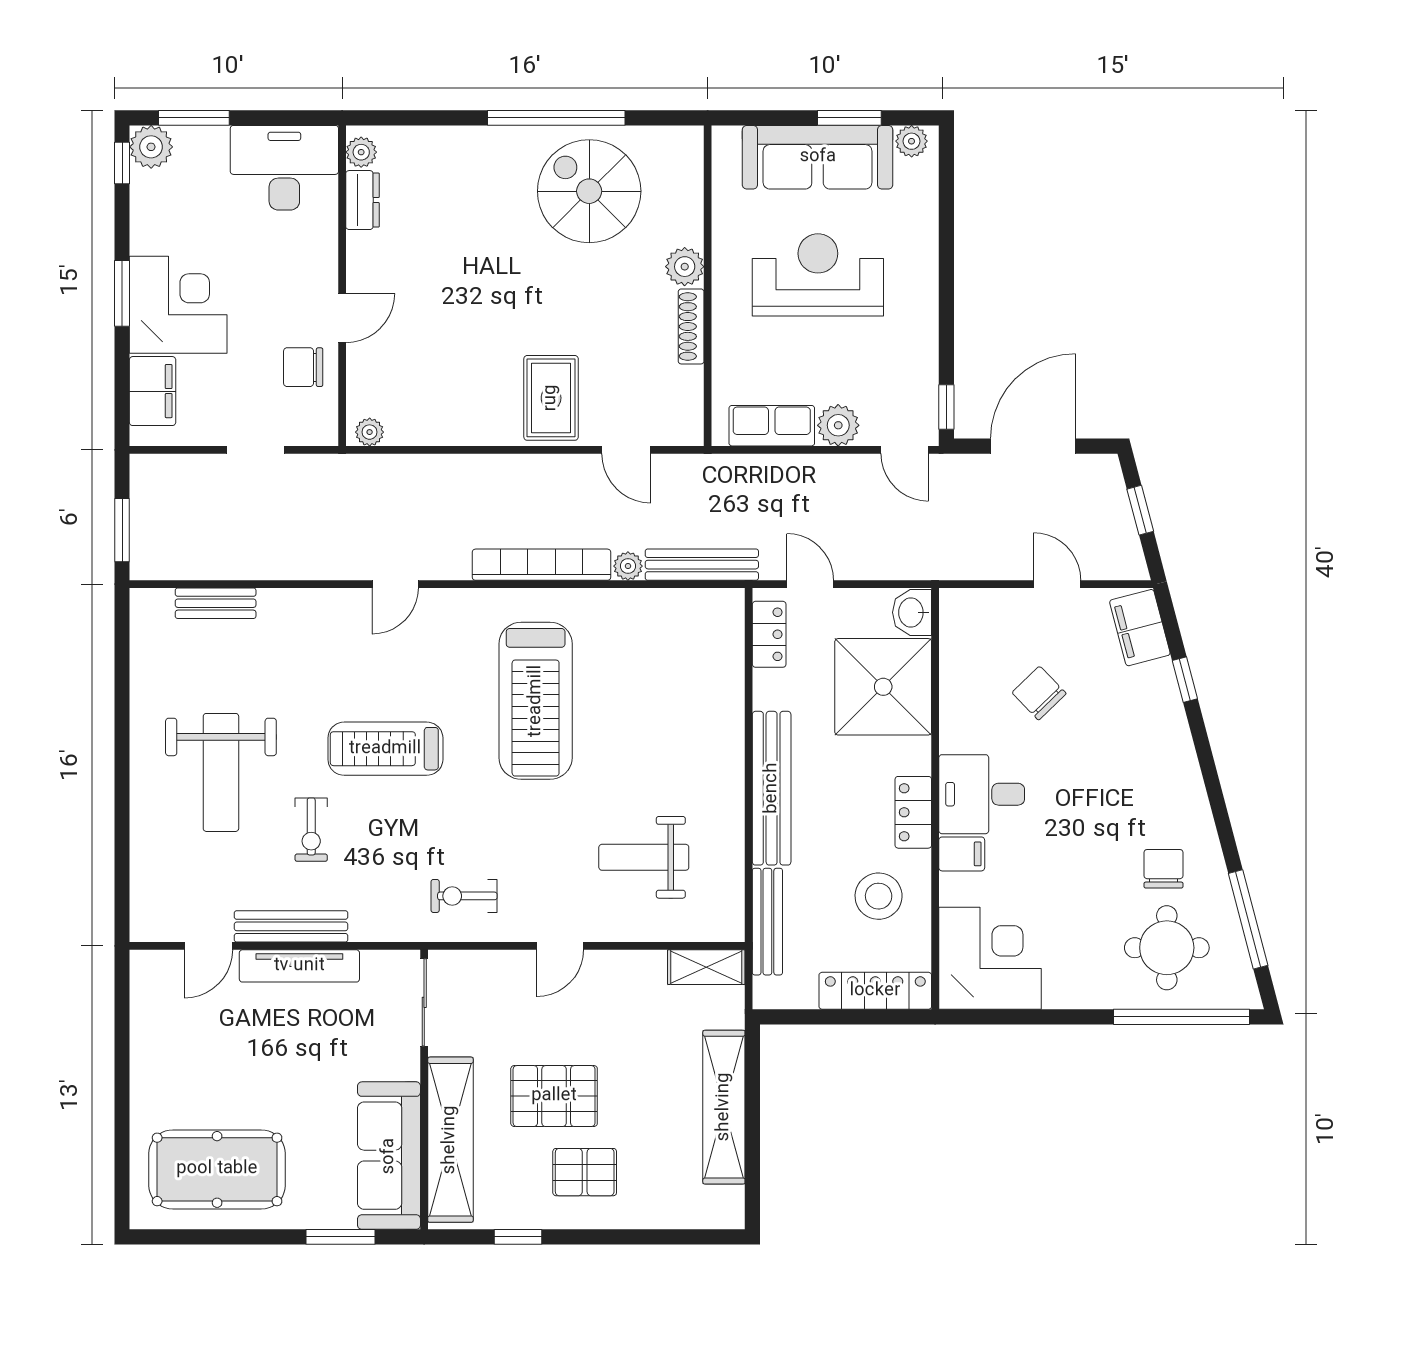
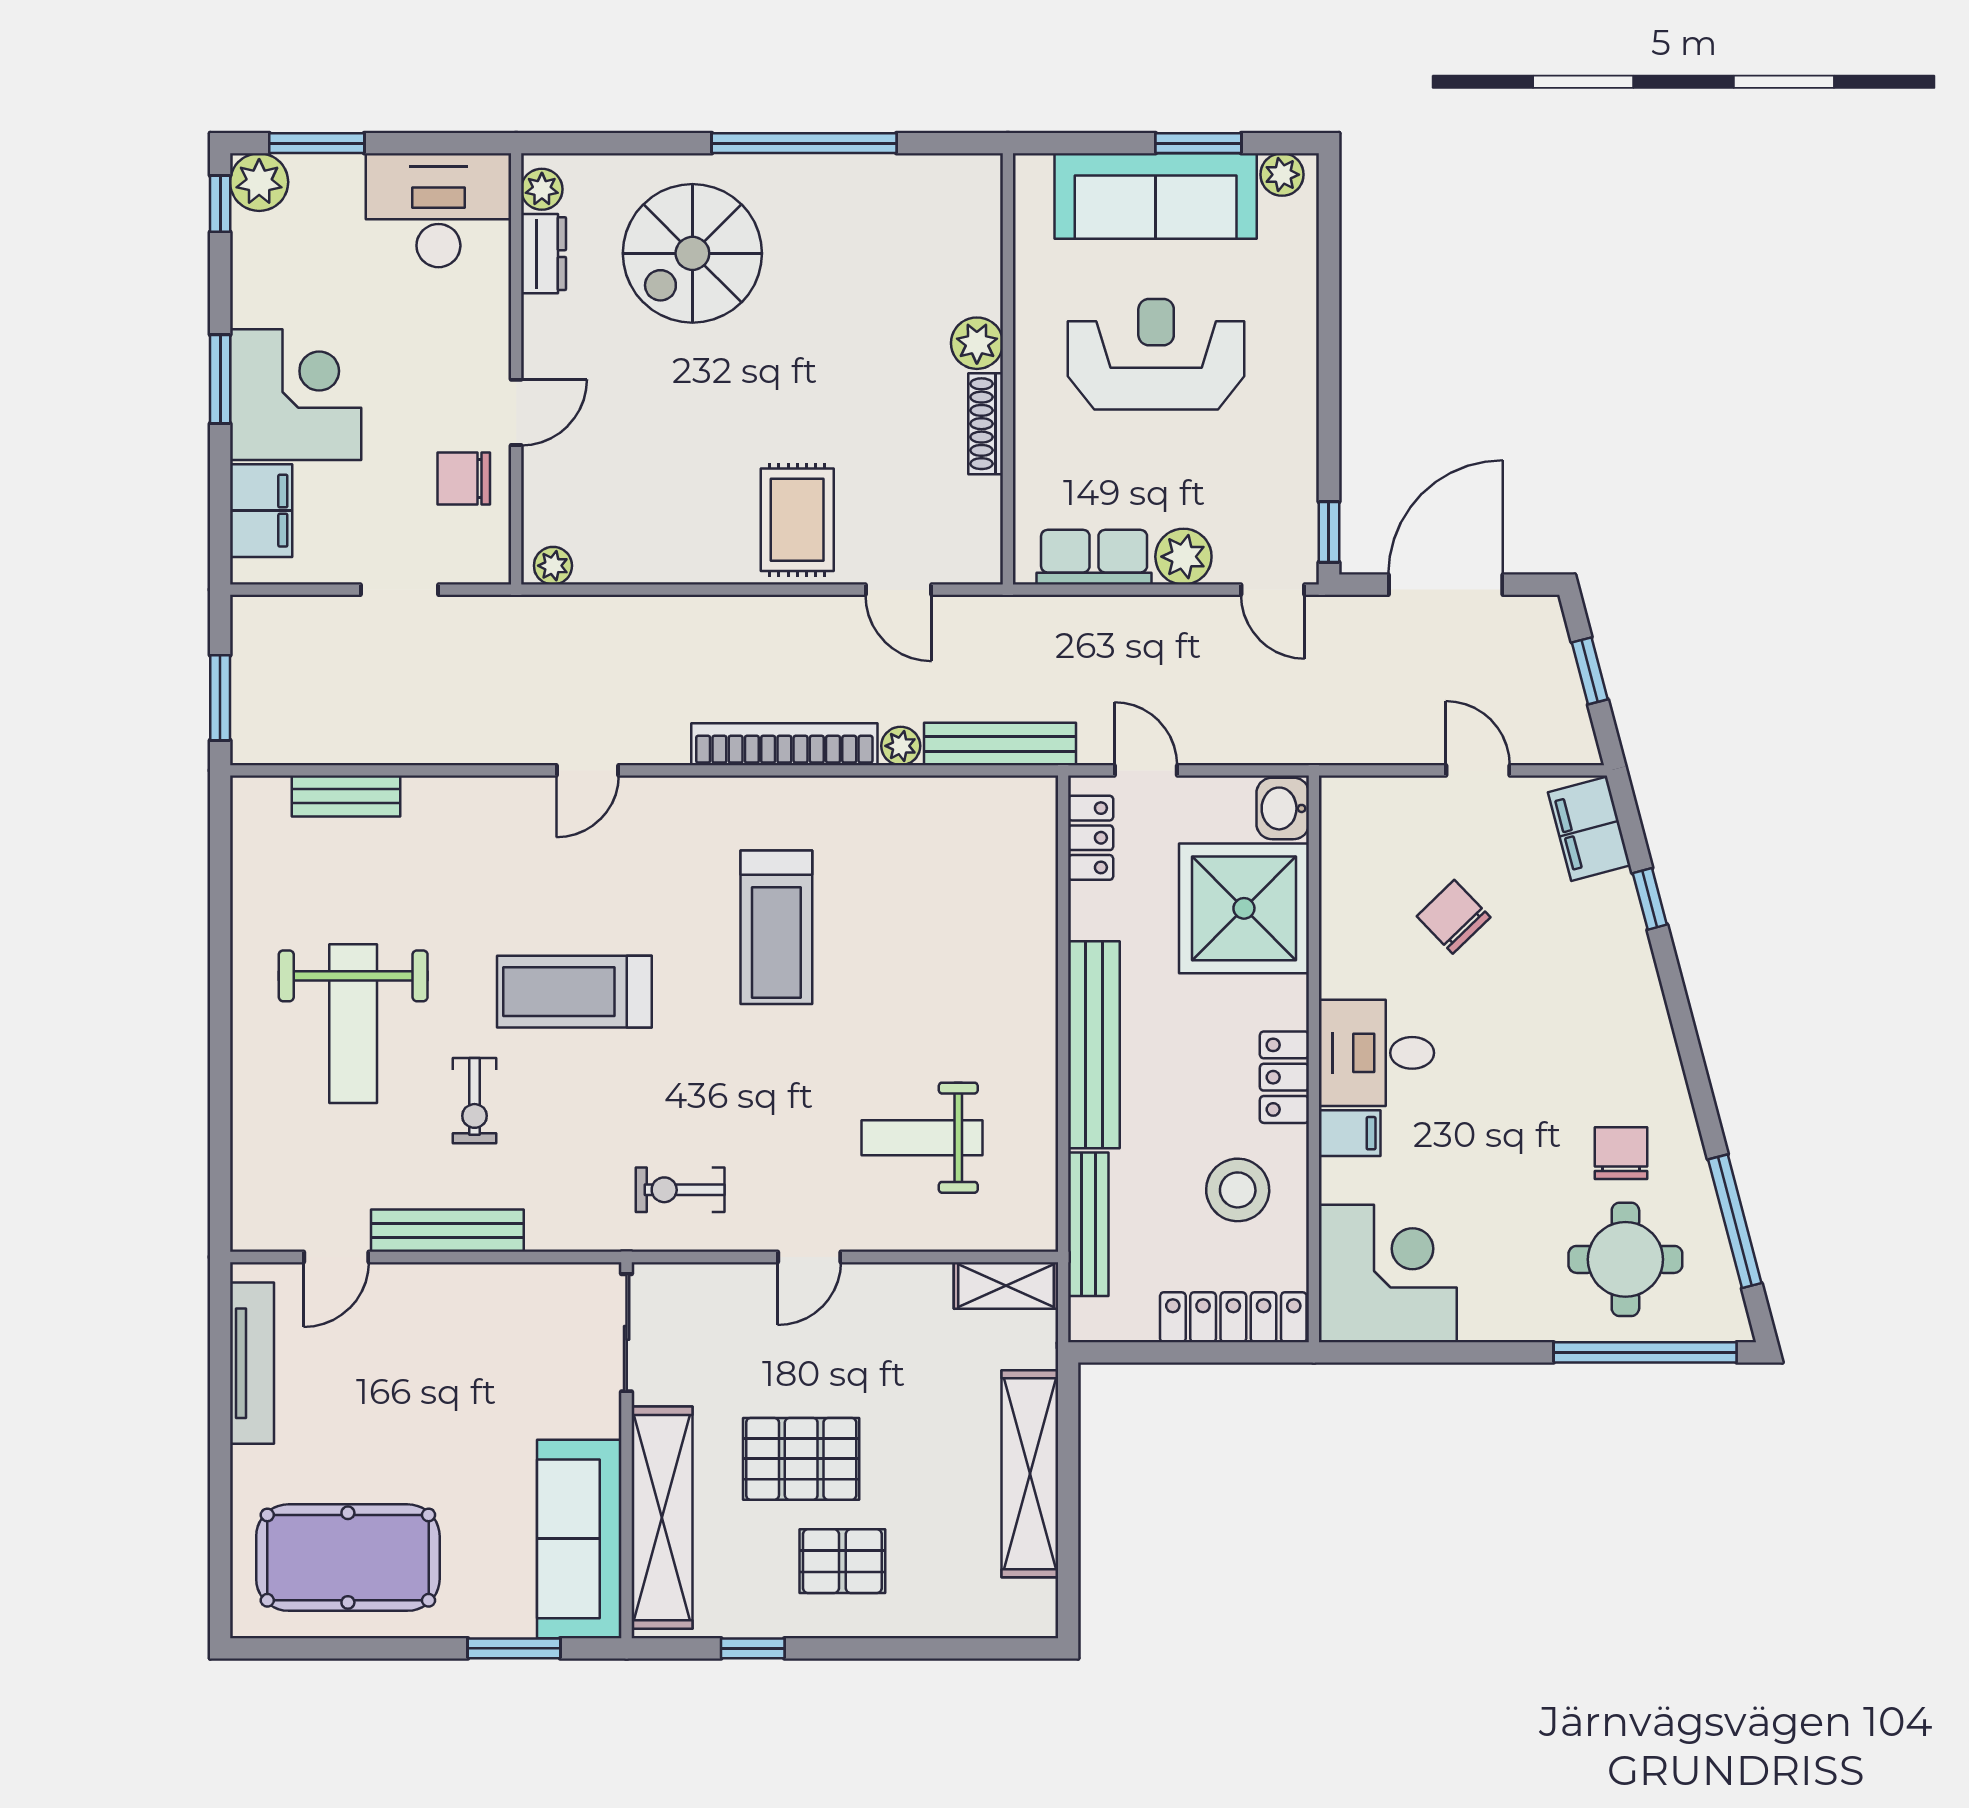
spiral stairs: (589, 191) -> (692, 253), moved, turned -90
treadmill: (536, 701) -> (776, 927), width x0.73, depth x0.73
tv unit: (299, 966) -> (252, 1363), moved, turned -90

